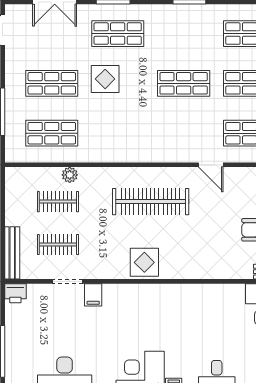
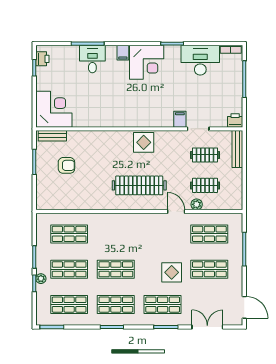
shop shelf: (184, 34) -> (116, 305), added
door: (211, 165) -> (176, 212), moved

